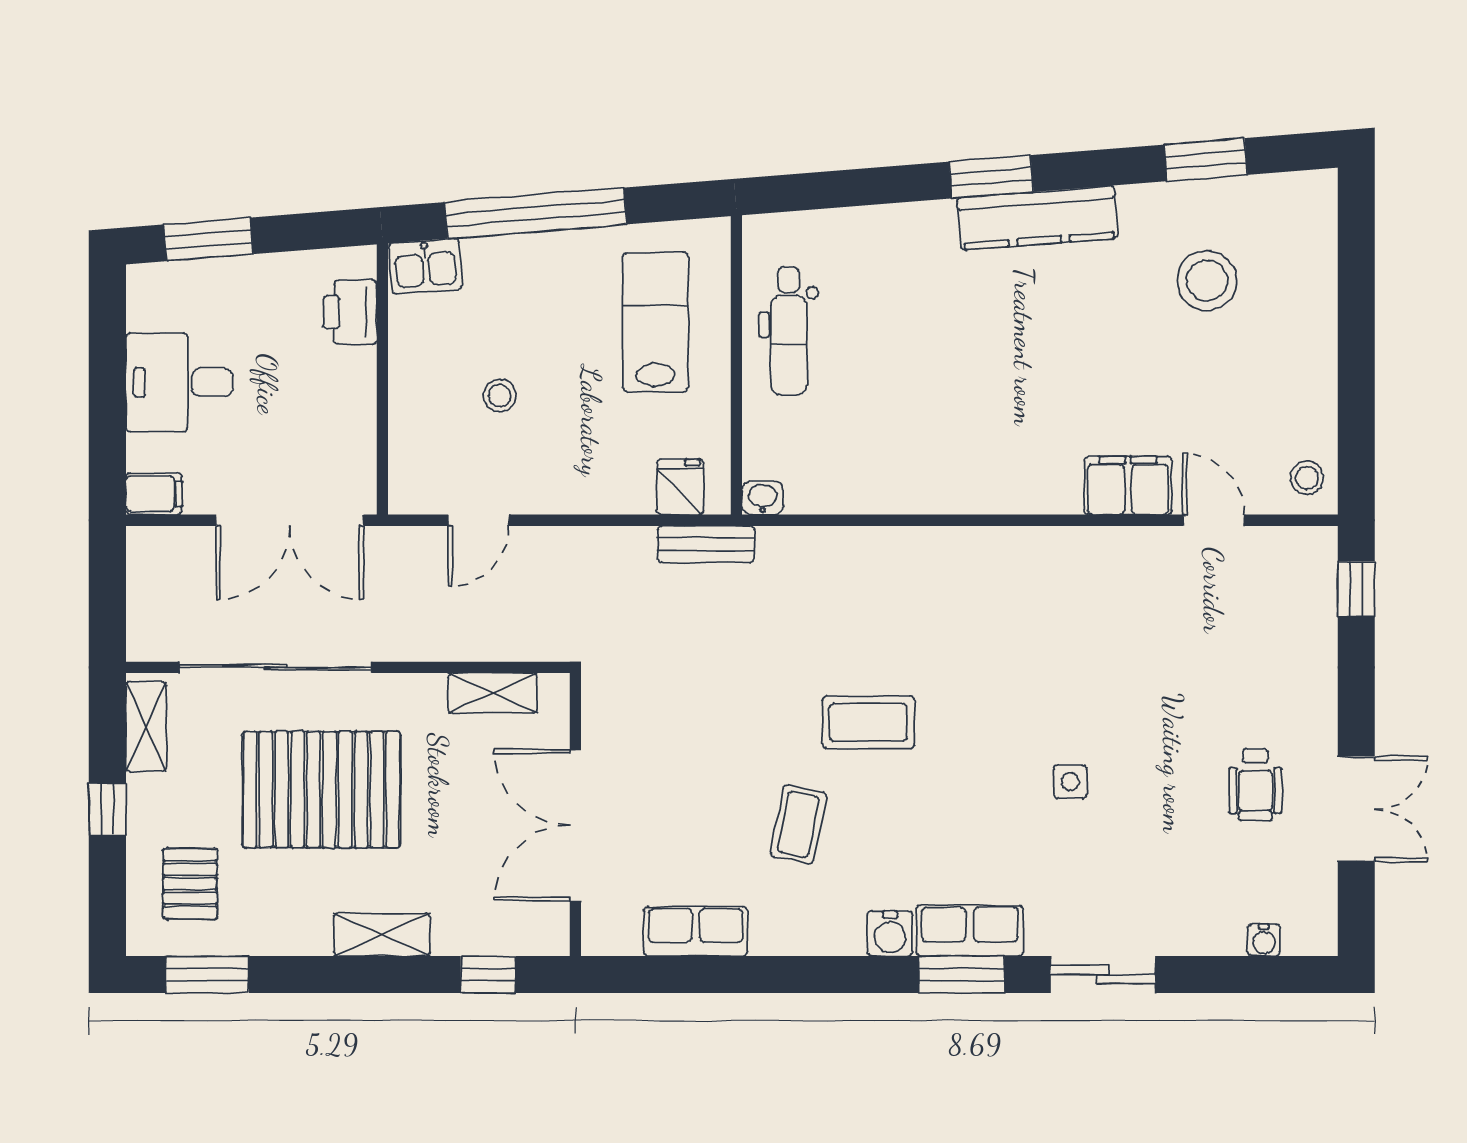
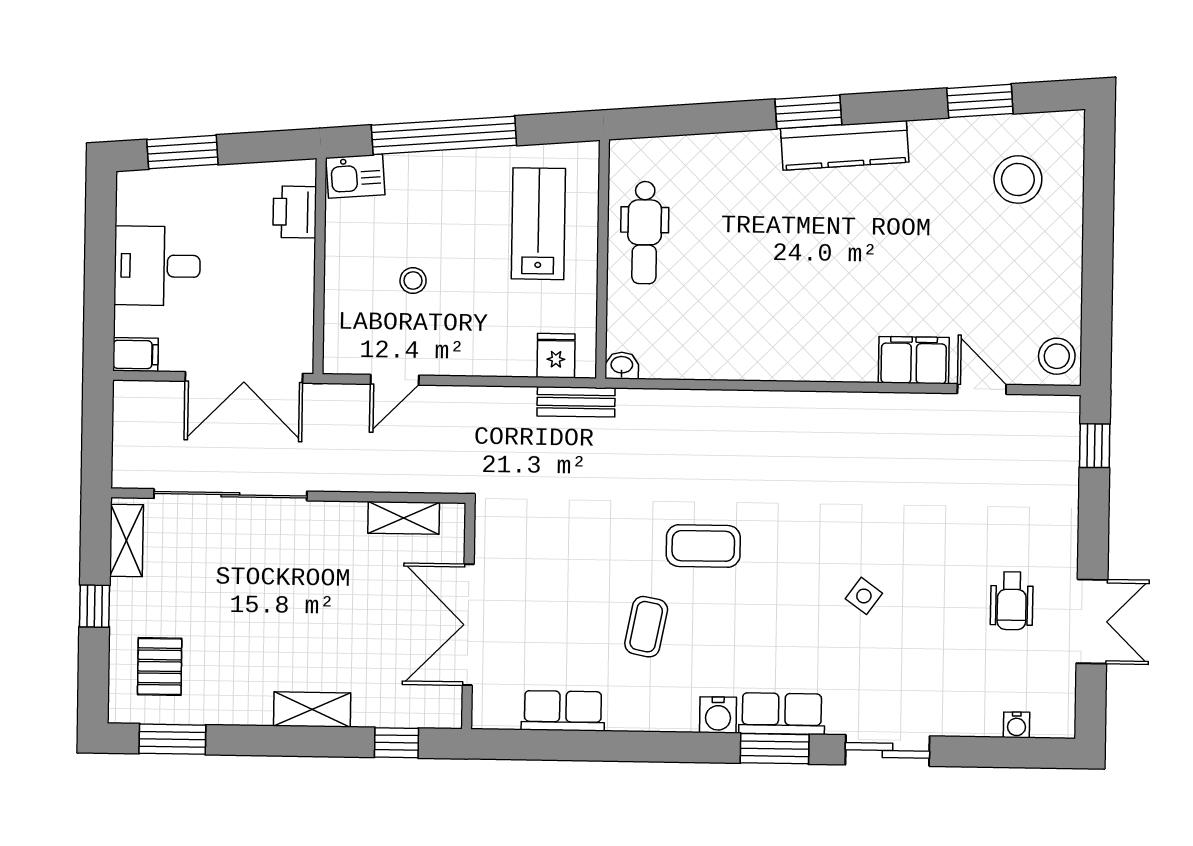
stool: (1207, 281) -> (1018, 179), moved
stool: (1307, 478) -> (1057, 356), width x1.37, depth x1.37
side table: (1070, 782) -> (864, 596), turned 36
pallet: (321, 790) -> (266, 593), removed

